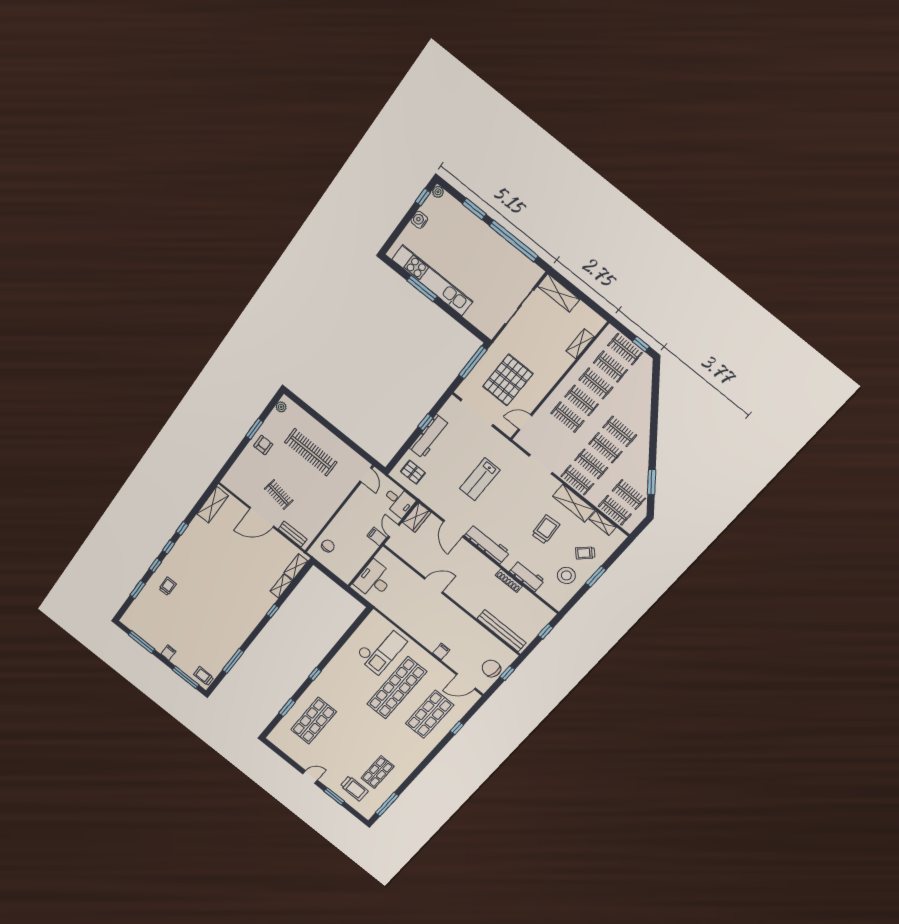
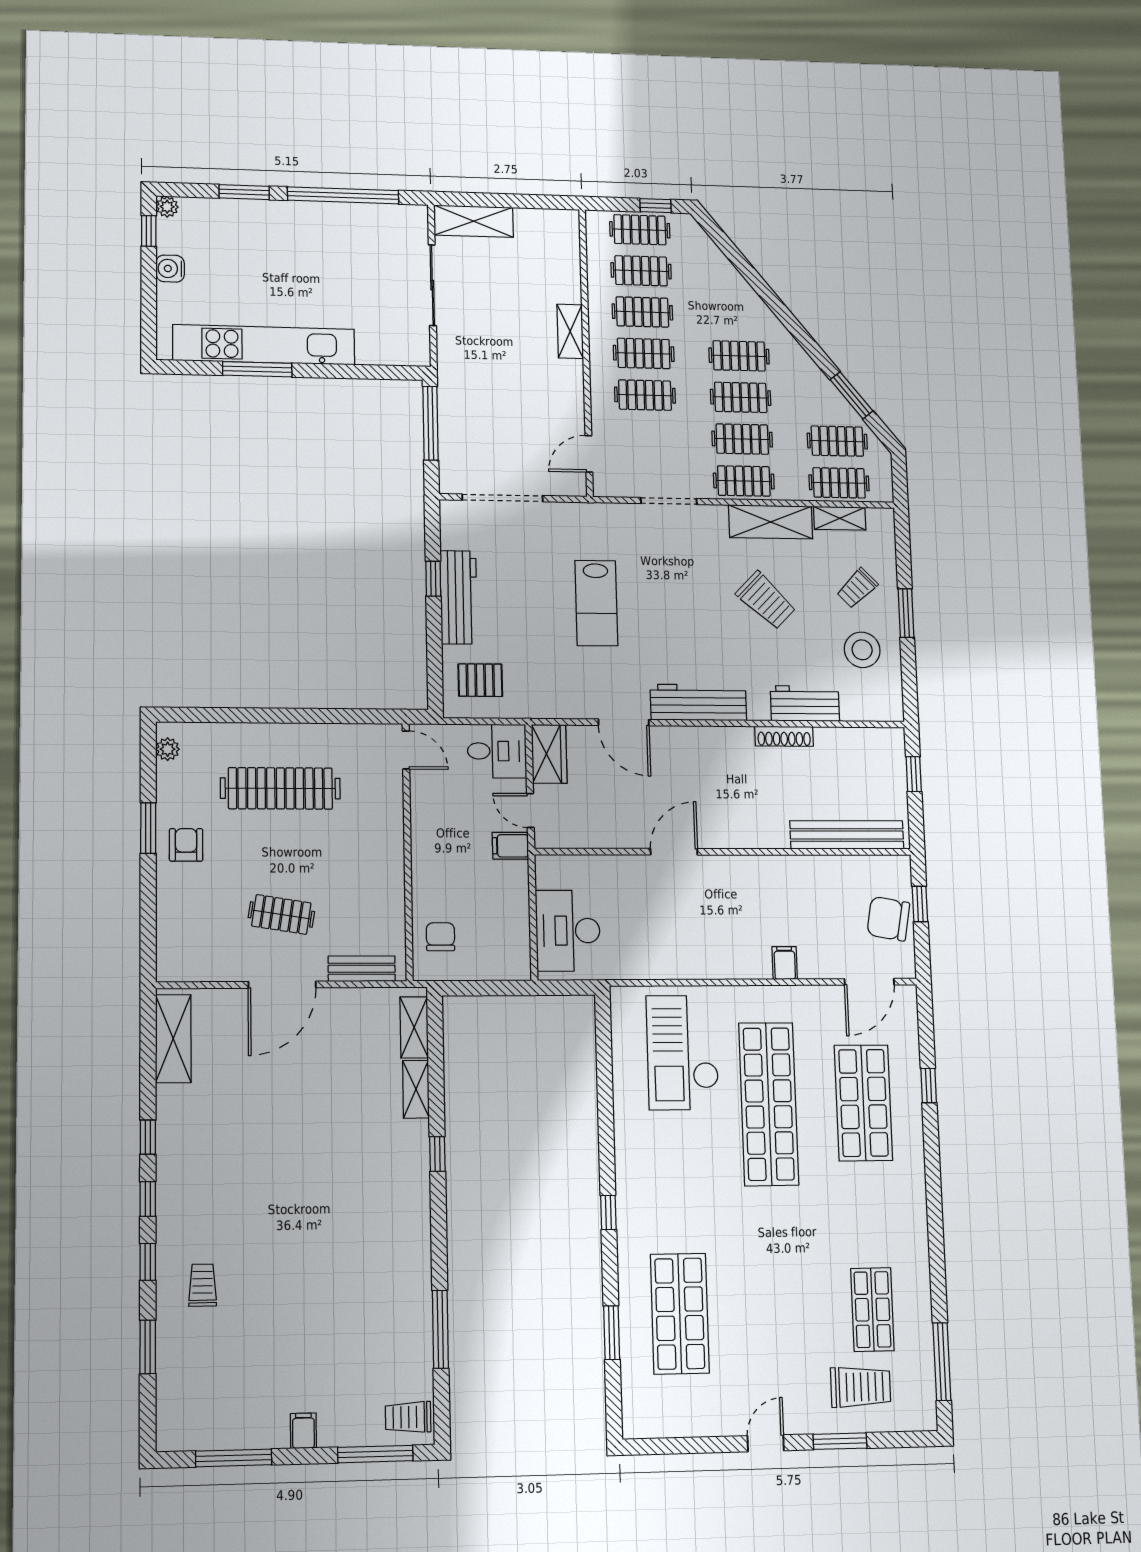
shelving: (580, 344) -> (570, 331), moved
pallet: (508, 380) -> (507, 409), removed
trolley: (546, 529) -> (766, 600), turned 138
checkout: (381, 649) -> (683, 1053), turned 180

